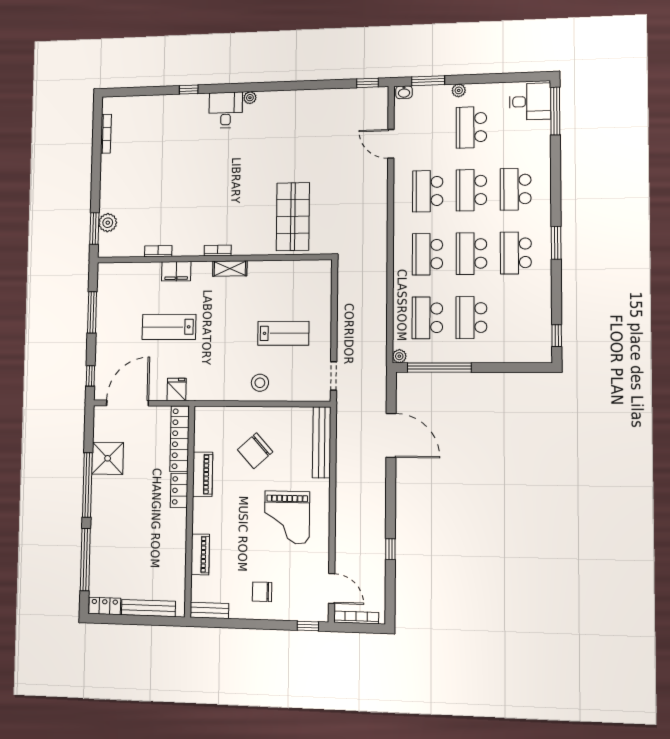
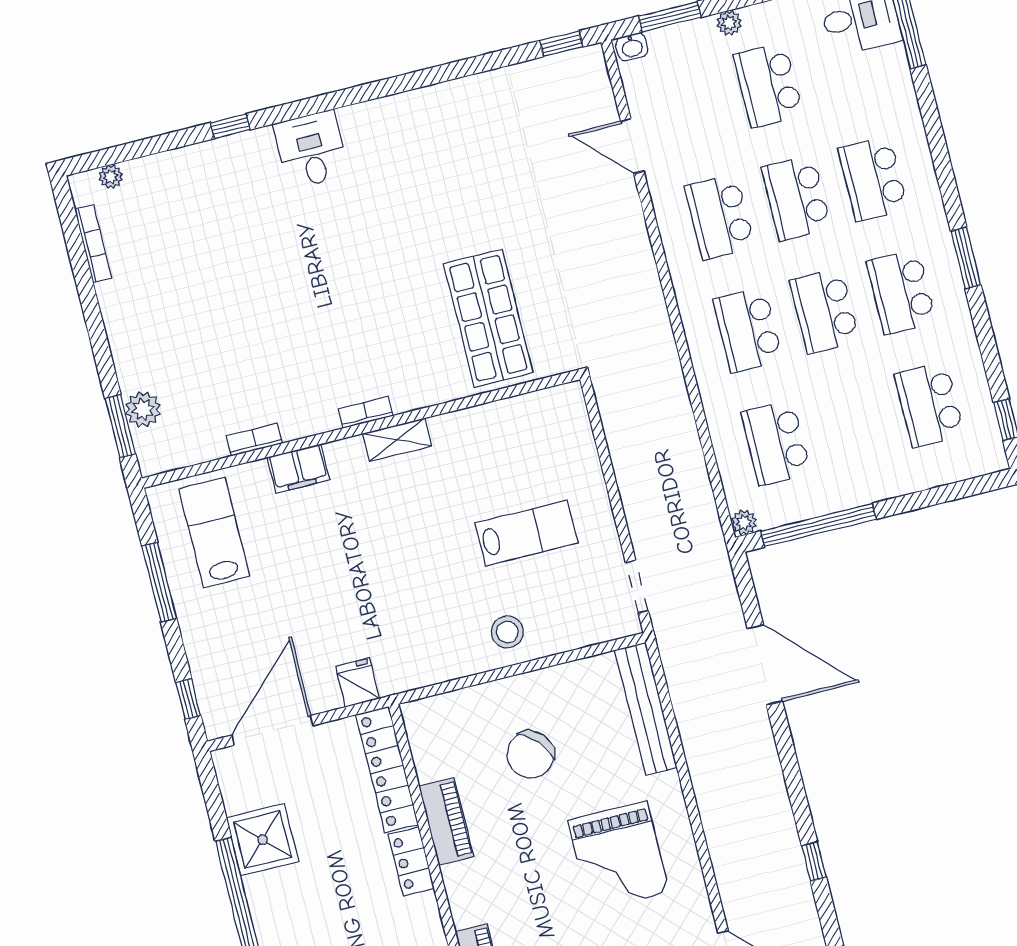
plant: (250, 98) -> (111, 177), moved
school desk: (471, 318) -> (929, 405), moved
lab bench: (169, 327) -> (214, 532), moved, turned 90

